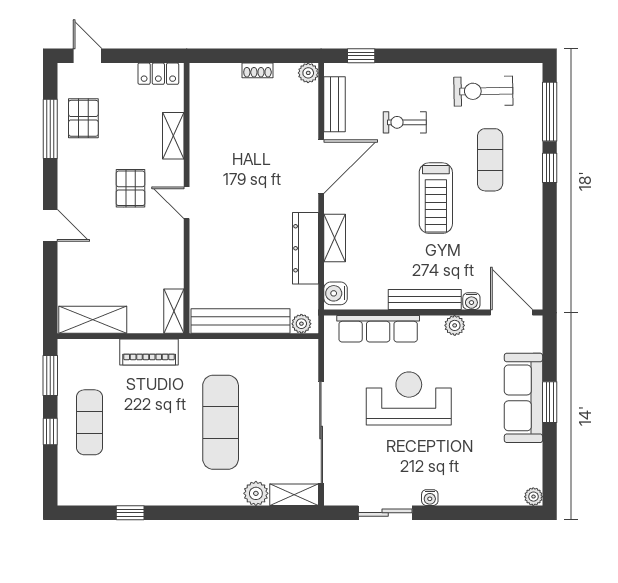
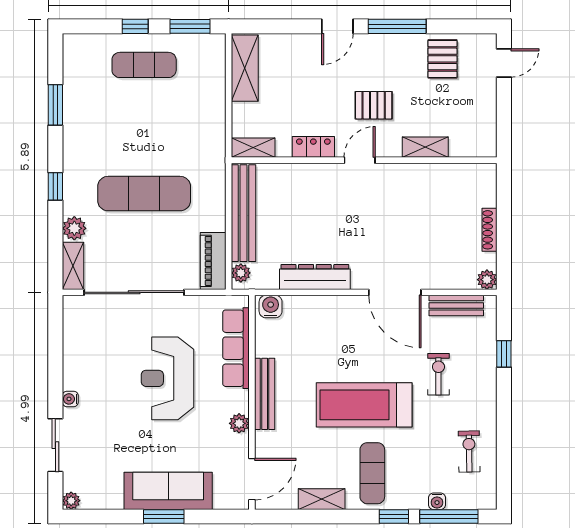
window: (361, 56) -> (504, 354), moved
shoe rack: (257, 70) -> (490, 230), width x1.43
locker: (158, 74) -> (313, 147), moved, turned 90
exercise bike: (483, 91) -> (469, 451), width x0.73, depth x0.72
pallet: (83, 118) -> (442, 59), turned 90
window: (50, 129) -> (397, 26), moved
exercise mat: (490, 160) -> (372, 473), moved, turned 90
treadmill: (436, 198) -> (364, 405), width x1.37, depth x1.38
shelving: (335, 238) -> (322, 499), moved
water cooler: (471, 301) -> (437, 501), moved, turned -90
piano: (149, 352) -> (213, 261), moved
reception desk: (409, 398) -> (167, 378), turned 180
window: (130, 513) -> (55, 105), width x1.50
window: (213, 513) -> (55, 186), added
sliding door: (385, 513) -> (55, 445), moved

